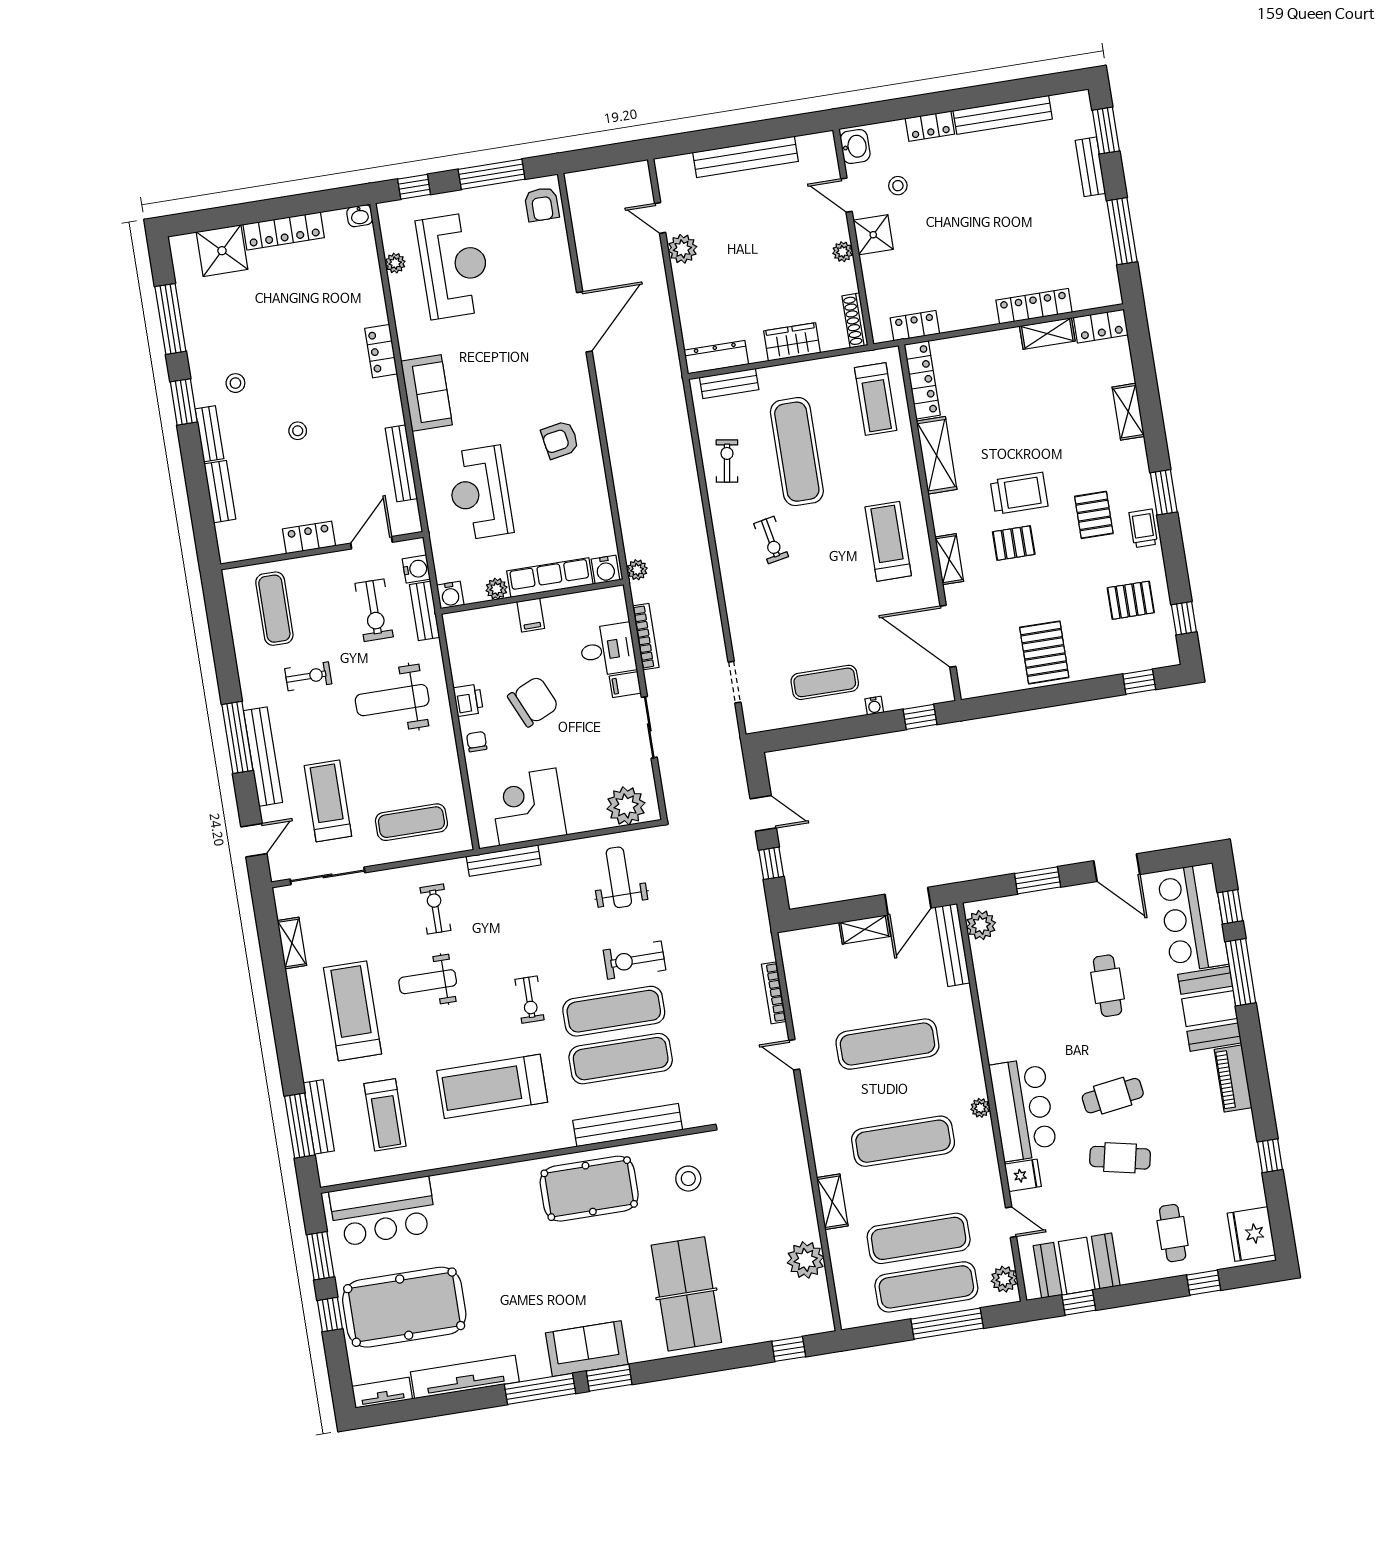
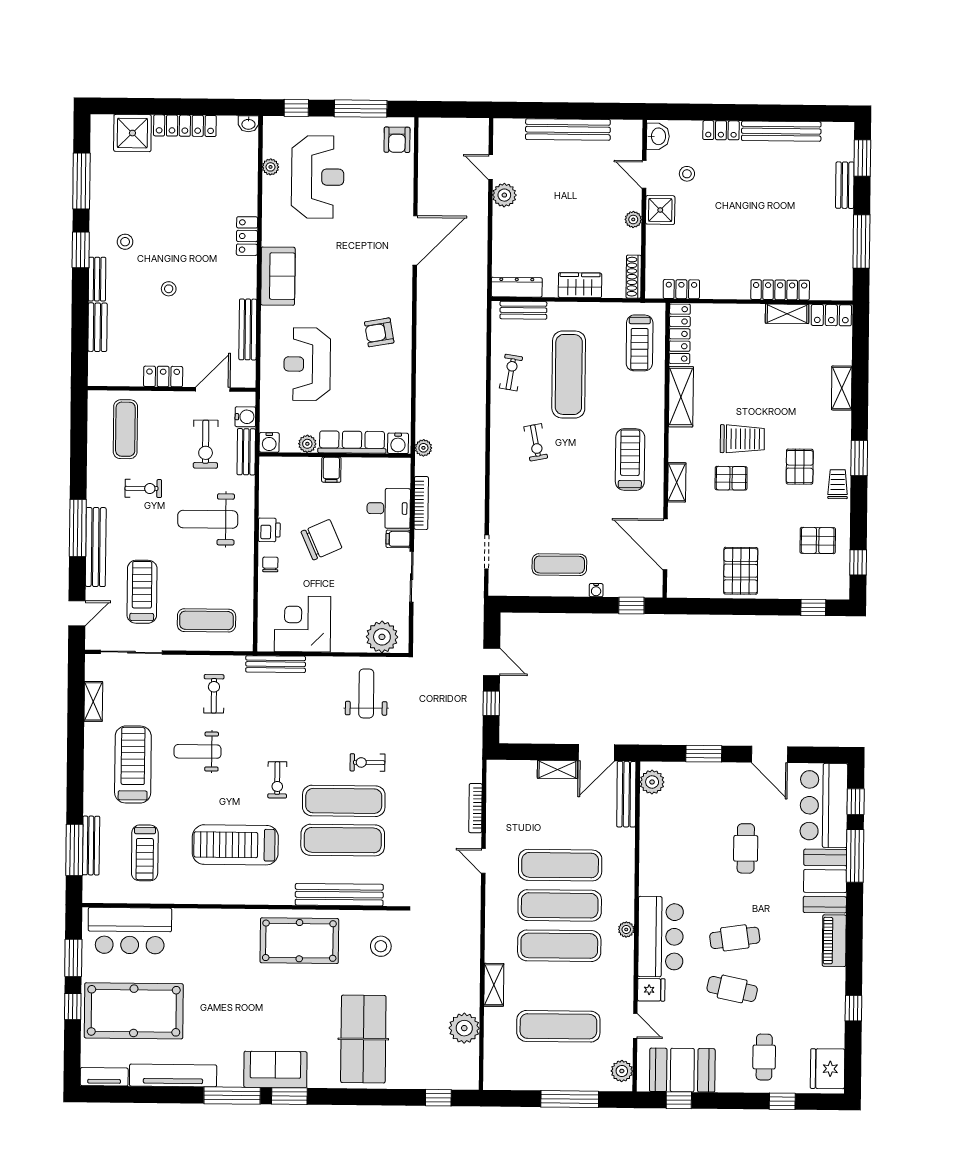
exercise bike: (634, 960) -> (367, 762), width x0.73, depth x0.72
exercise mat: (926, 1287) -> (560, 905), moved

